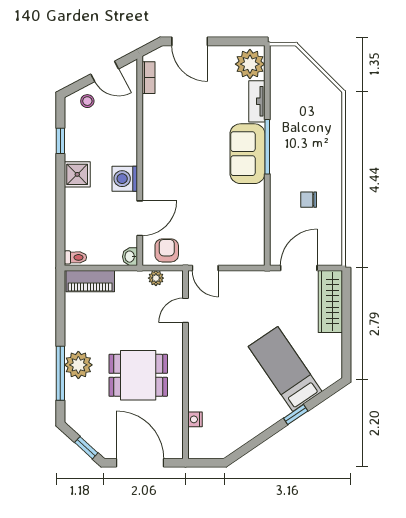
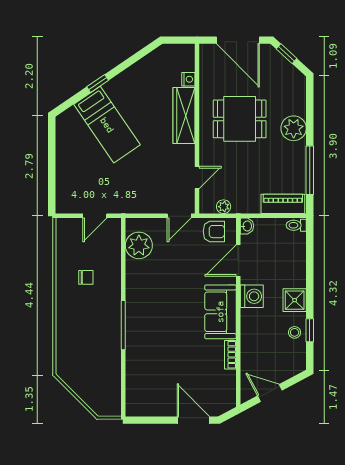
plant: (250, 64) -> (139, 245), moved
bookcase: (148, 78) -> (230, 355), moved
stool: (87, 101) -> (295, 332), moved
tv unit: (257, 101) -> (133, 366), removed
sofa: (247, 154) -> (220, 312), moved, turned 180
armchair: (167, 250) -> (214, 232), turned -90
door: (205, 268) -> (179, 216), swing flipped
door: (299, 268) -> (95, 216), width x0.73
wardrobe: (330, 301) -> (184, 116), moved, turned 180
window: (60, 373) -> (310, 170), moved

